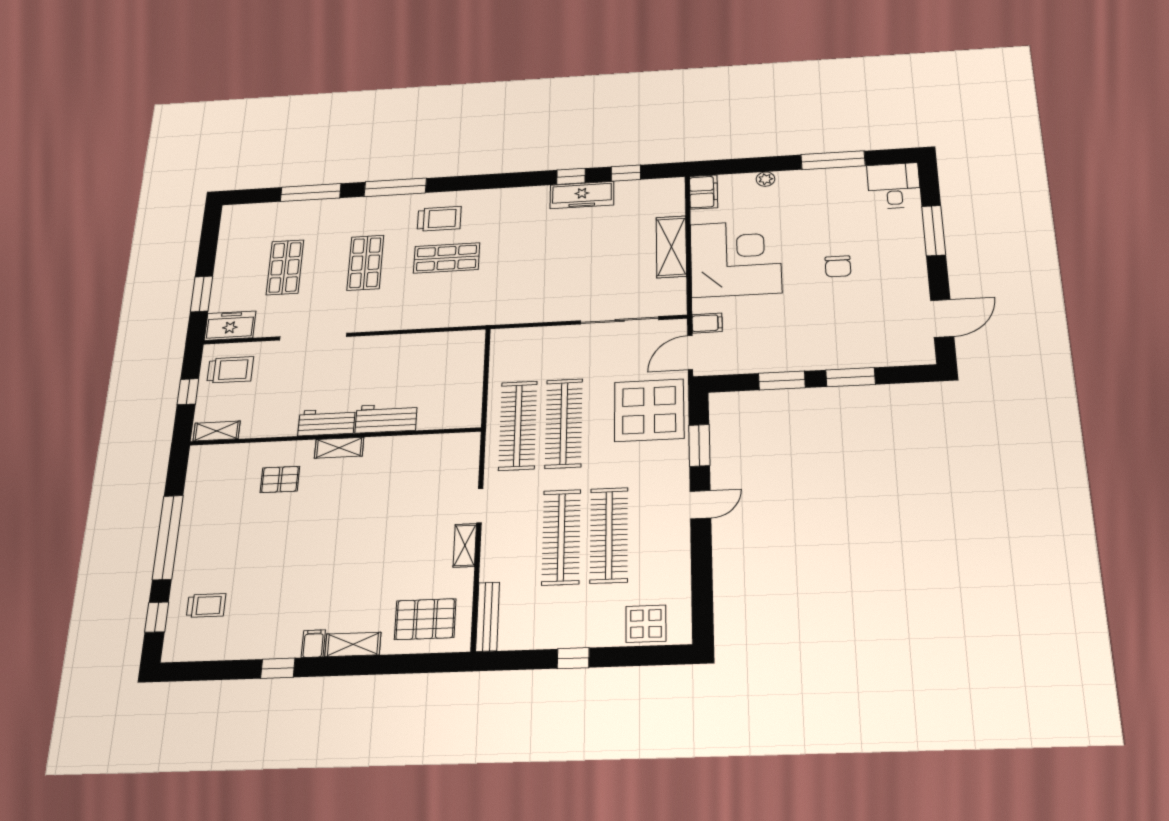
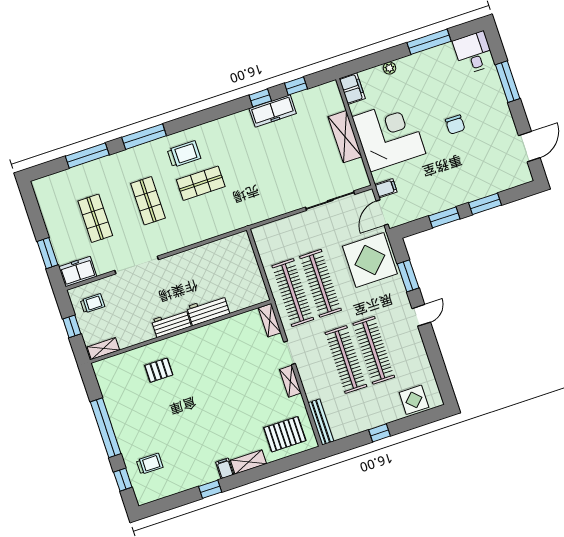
trolley: (230, 370) -> (93, 303), width x0.73, depth x0.72
shelving: (339, 448) -> (270, 320), moved, turned 90

